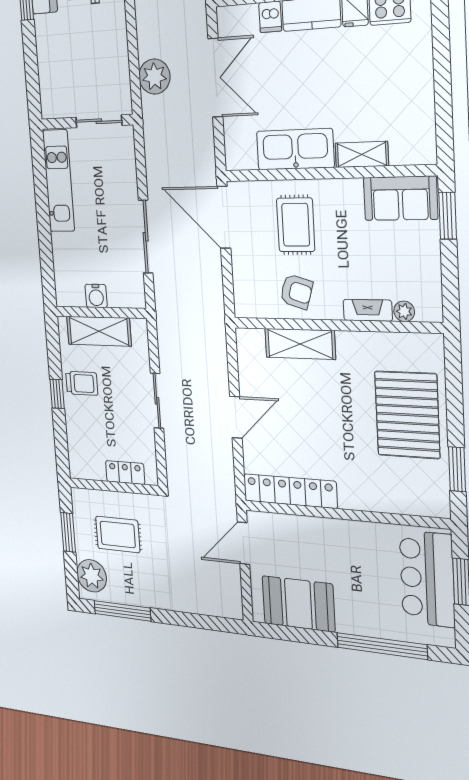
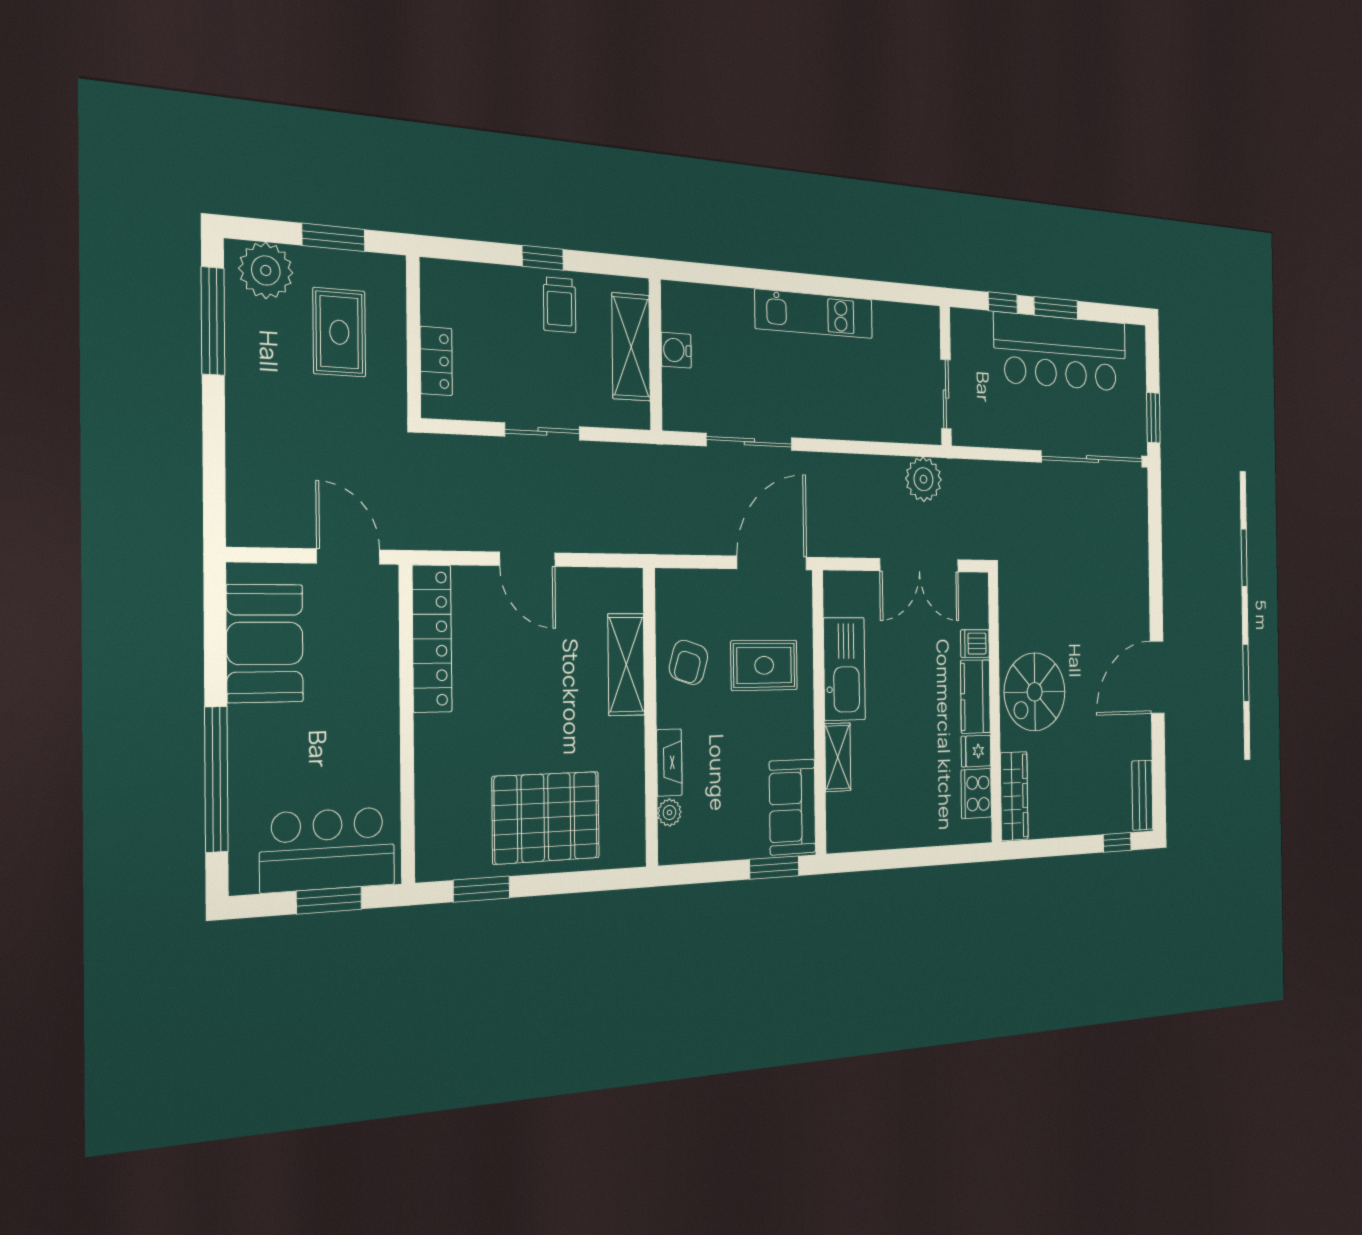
sliding door: (99, 121) -> (946, 394), moved
wall: (87, 122) -> (946, 376), moved

